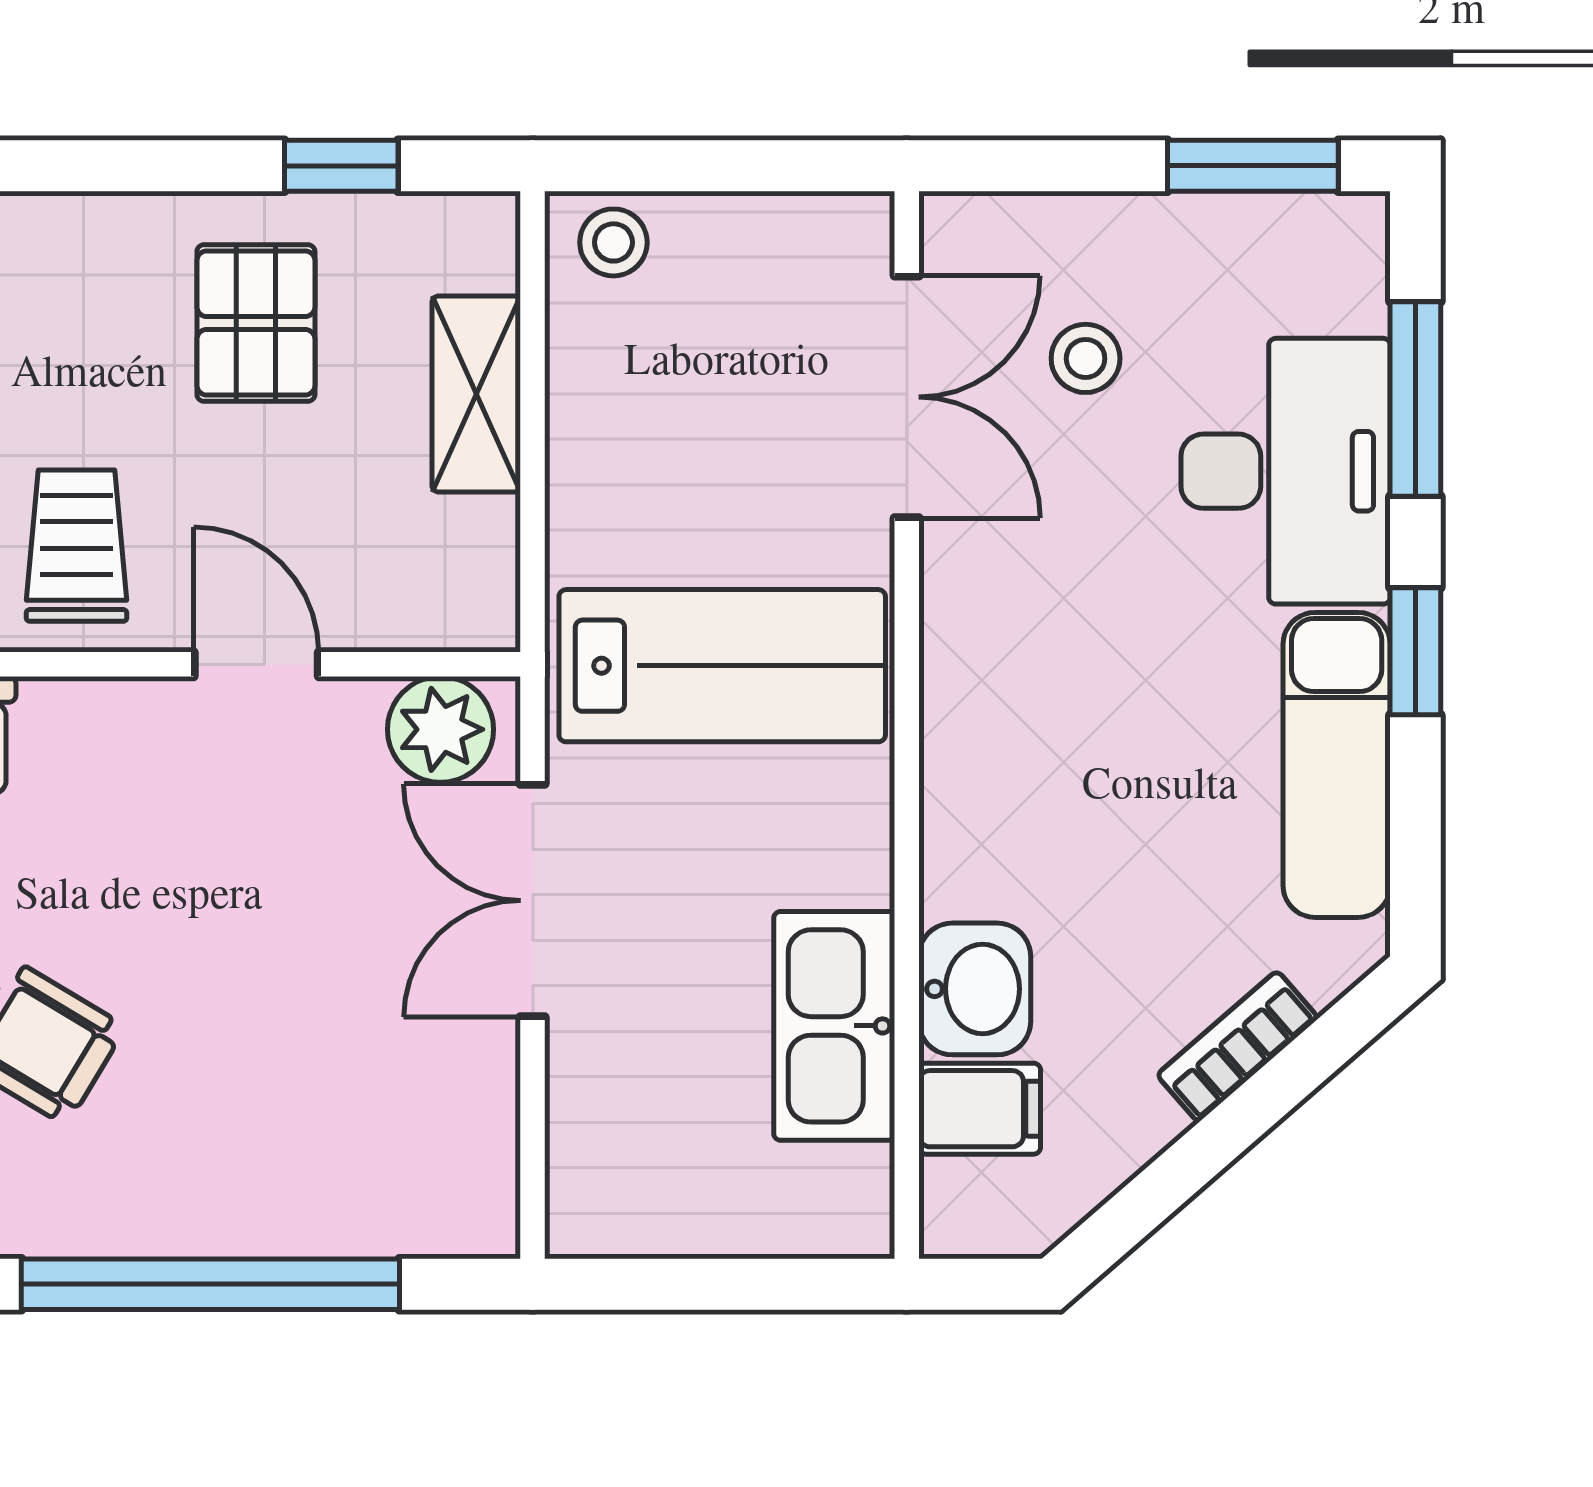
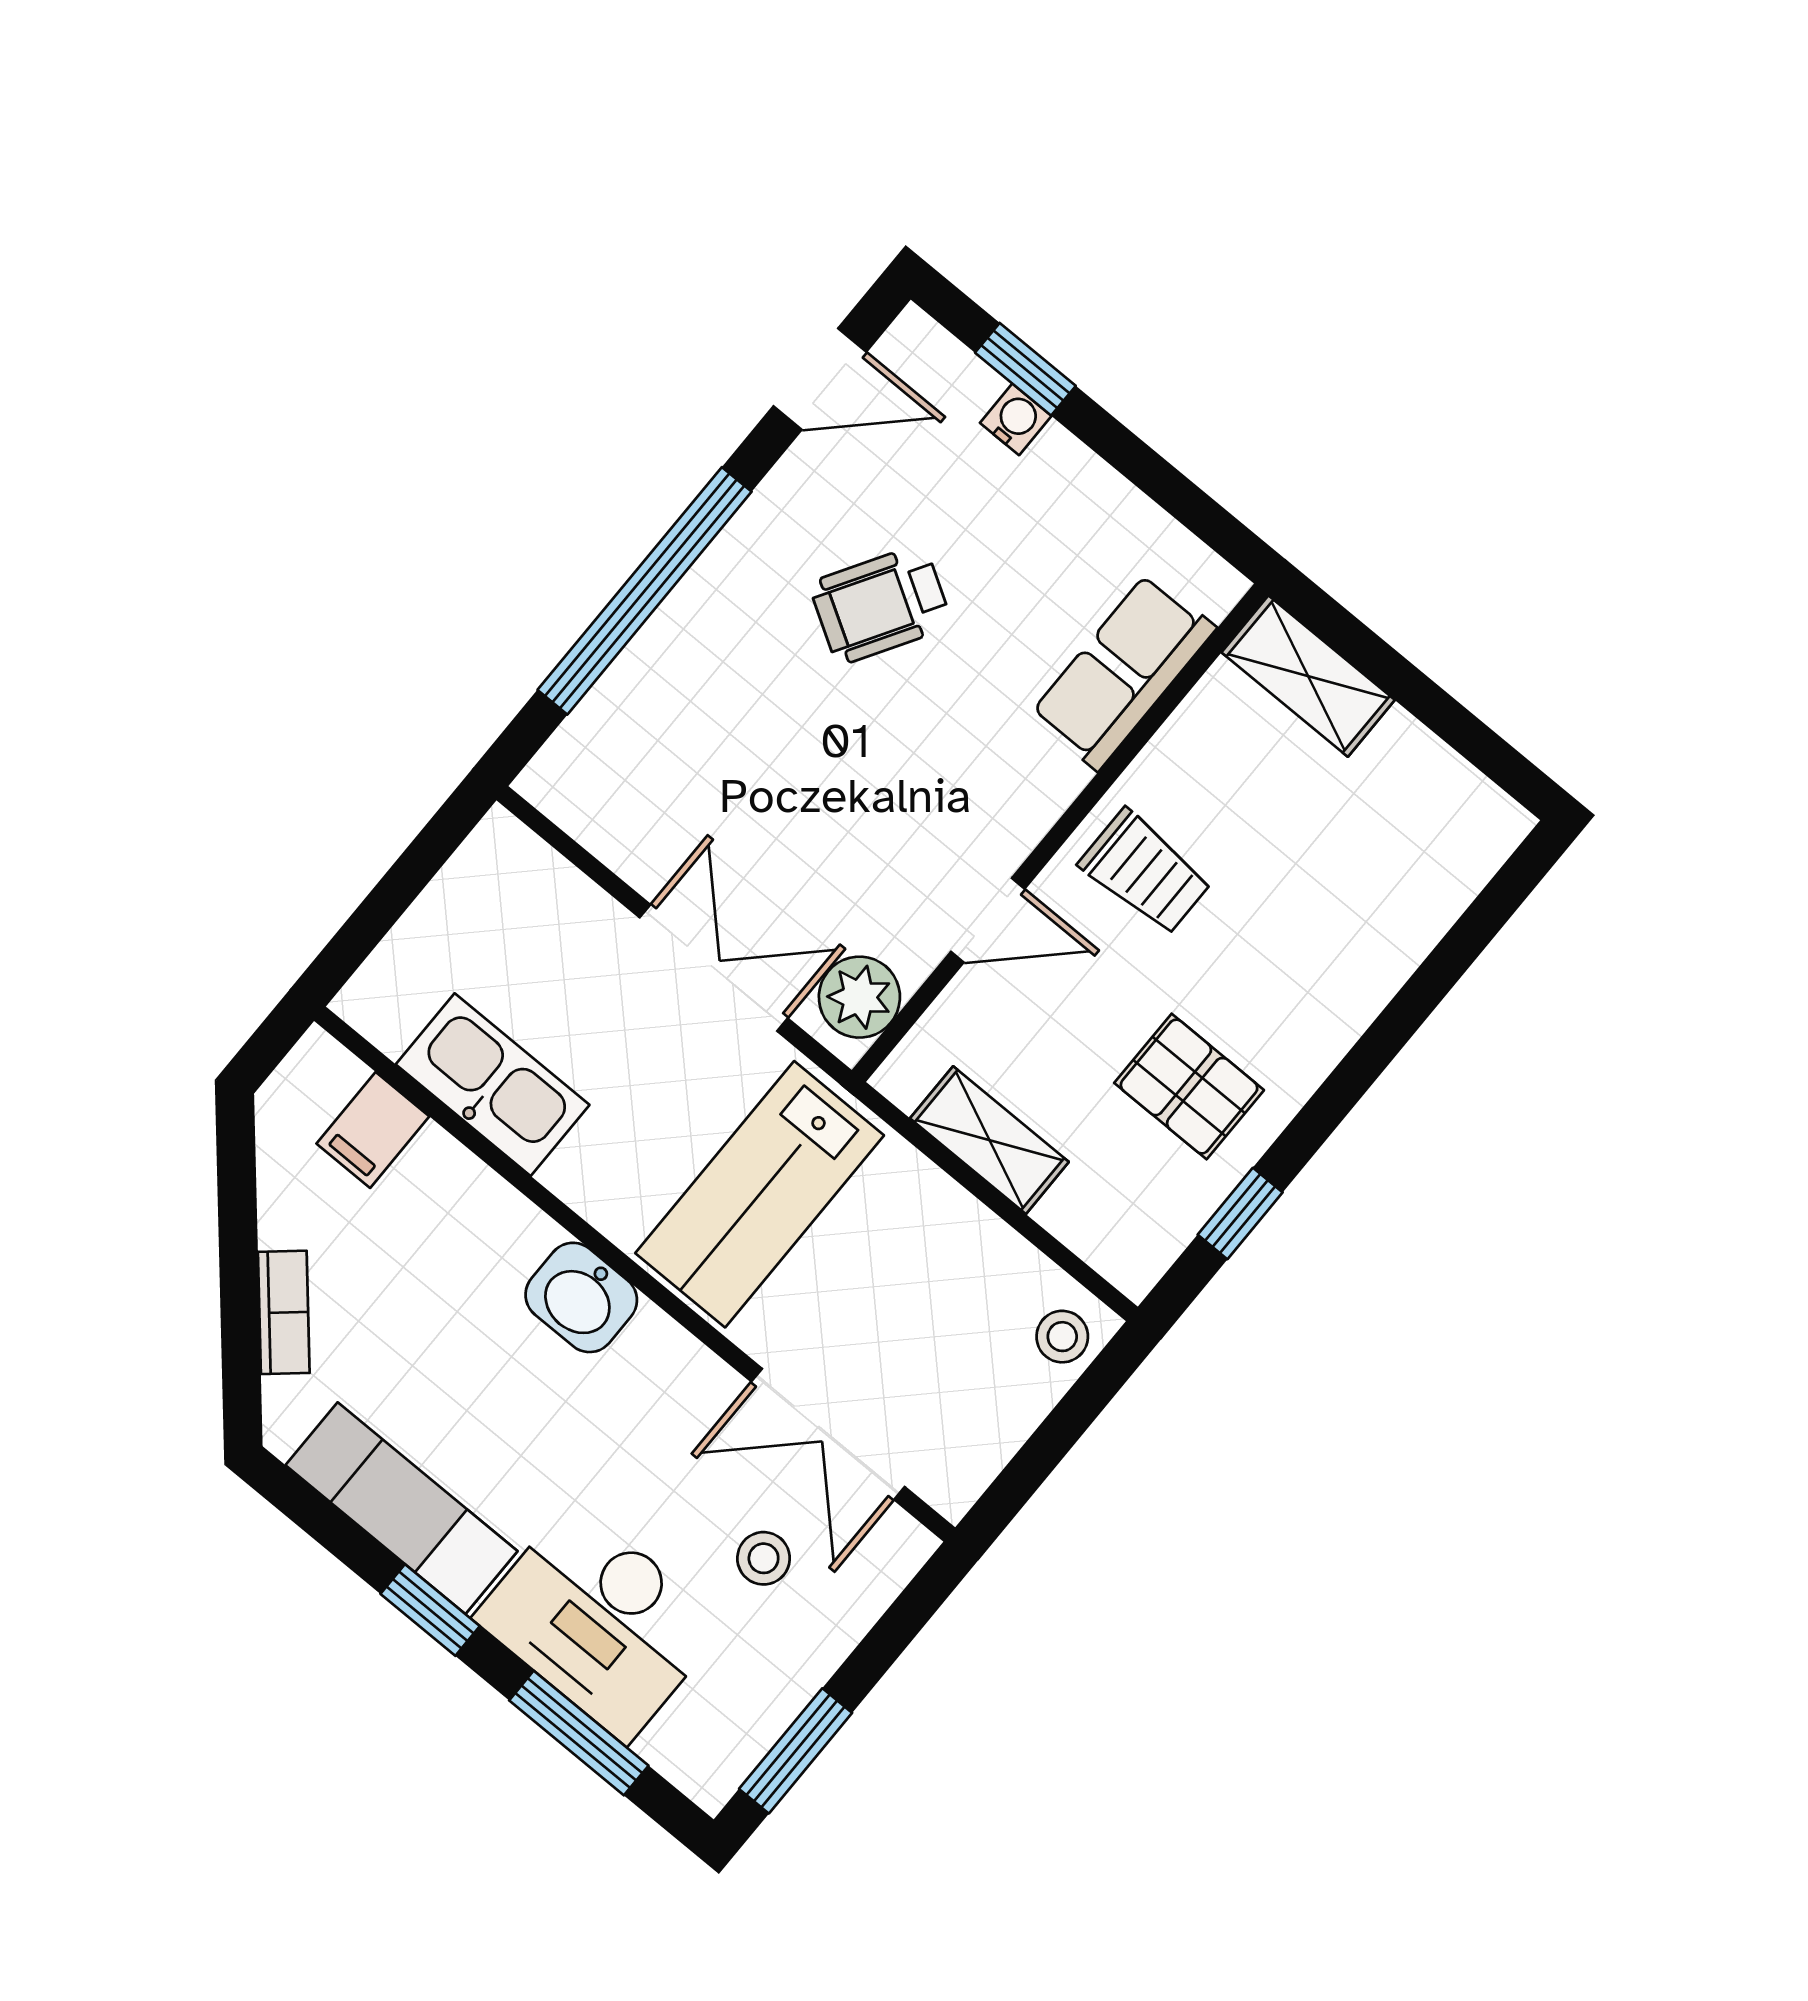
shelving: (476, 394) -> (989, 1140), moved
washbasin: (975, 989) -> (581, 1297), moved

